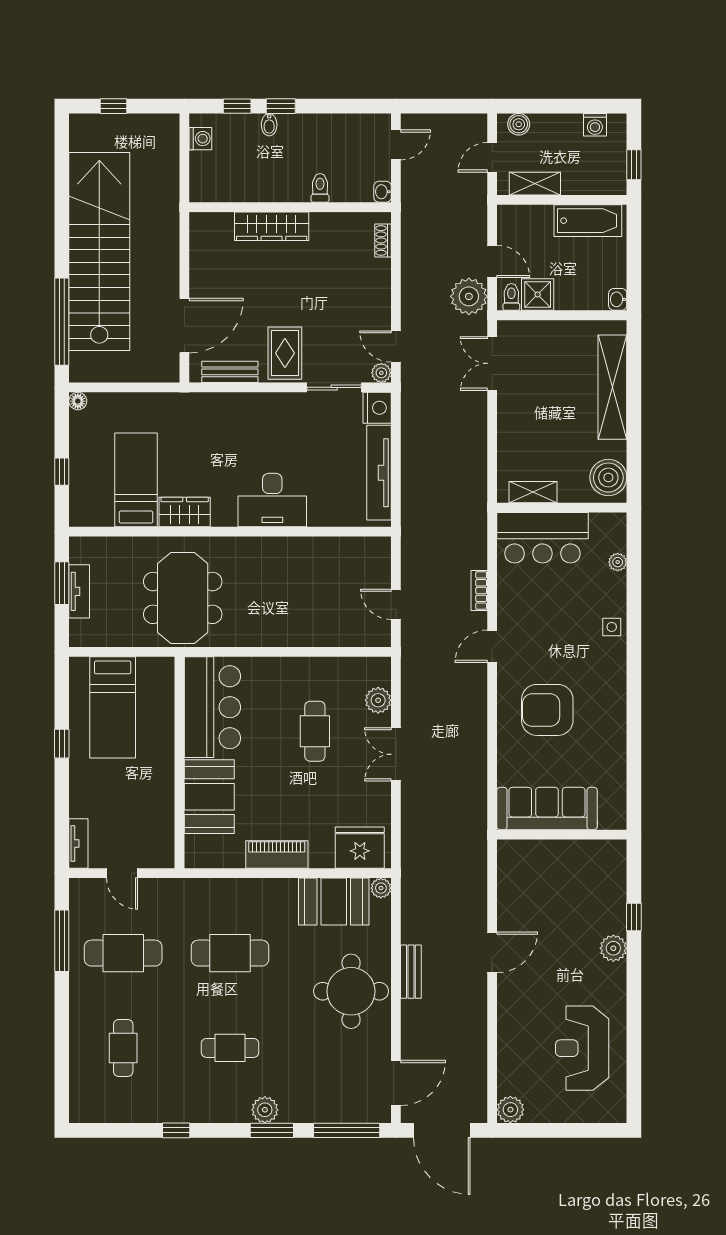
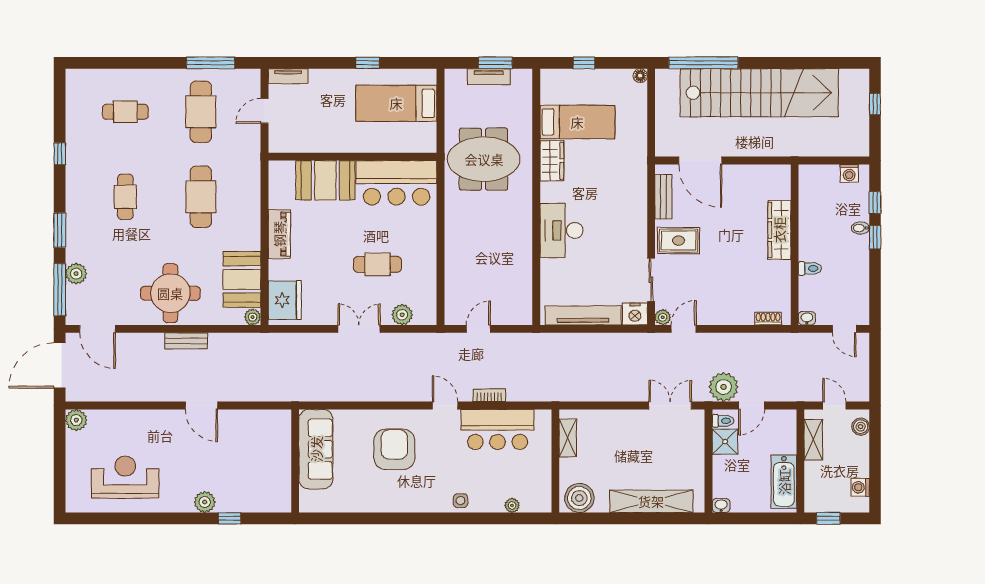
bar counter: (542, 538) -> (498, 429), moved, turned -90
plant: (265, 1110) -> (76, 274), moved

